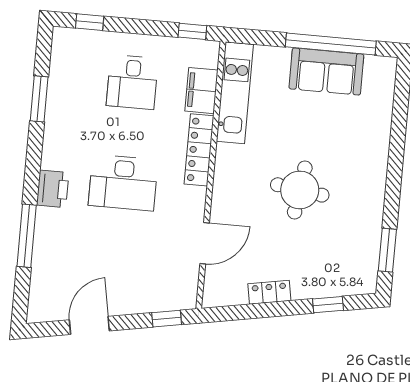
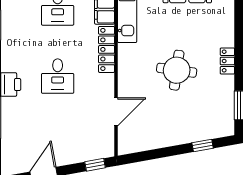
desk: (123, 183) -> (58, 76), width x0.73
locker: (269, 292) -> (227, 61), moved, turned -80

